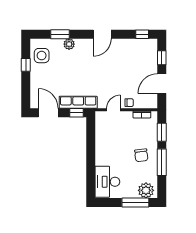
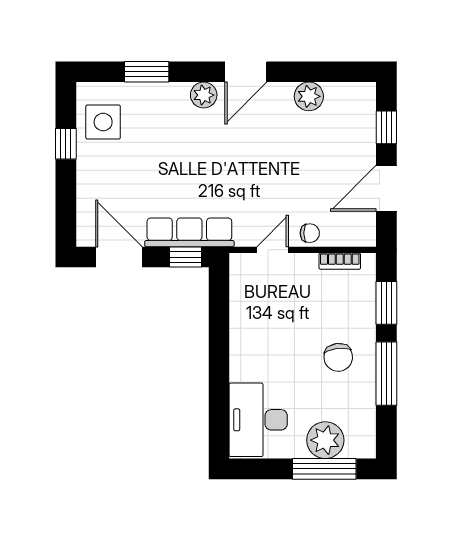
window: (142, 34) -> (340, 72), removed
plant: (69, 44) -> (204, 95), moved
plant: (129, 45) -> (309, 96), added
plant: (146, 190) -> (325, 440), moved

